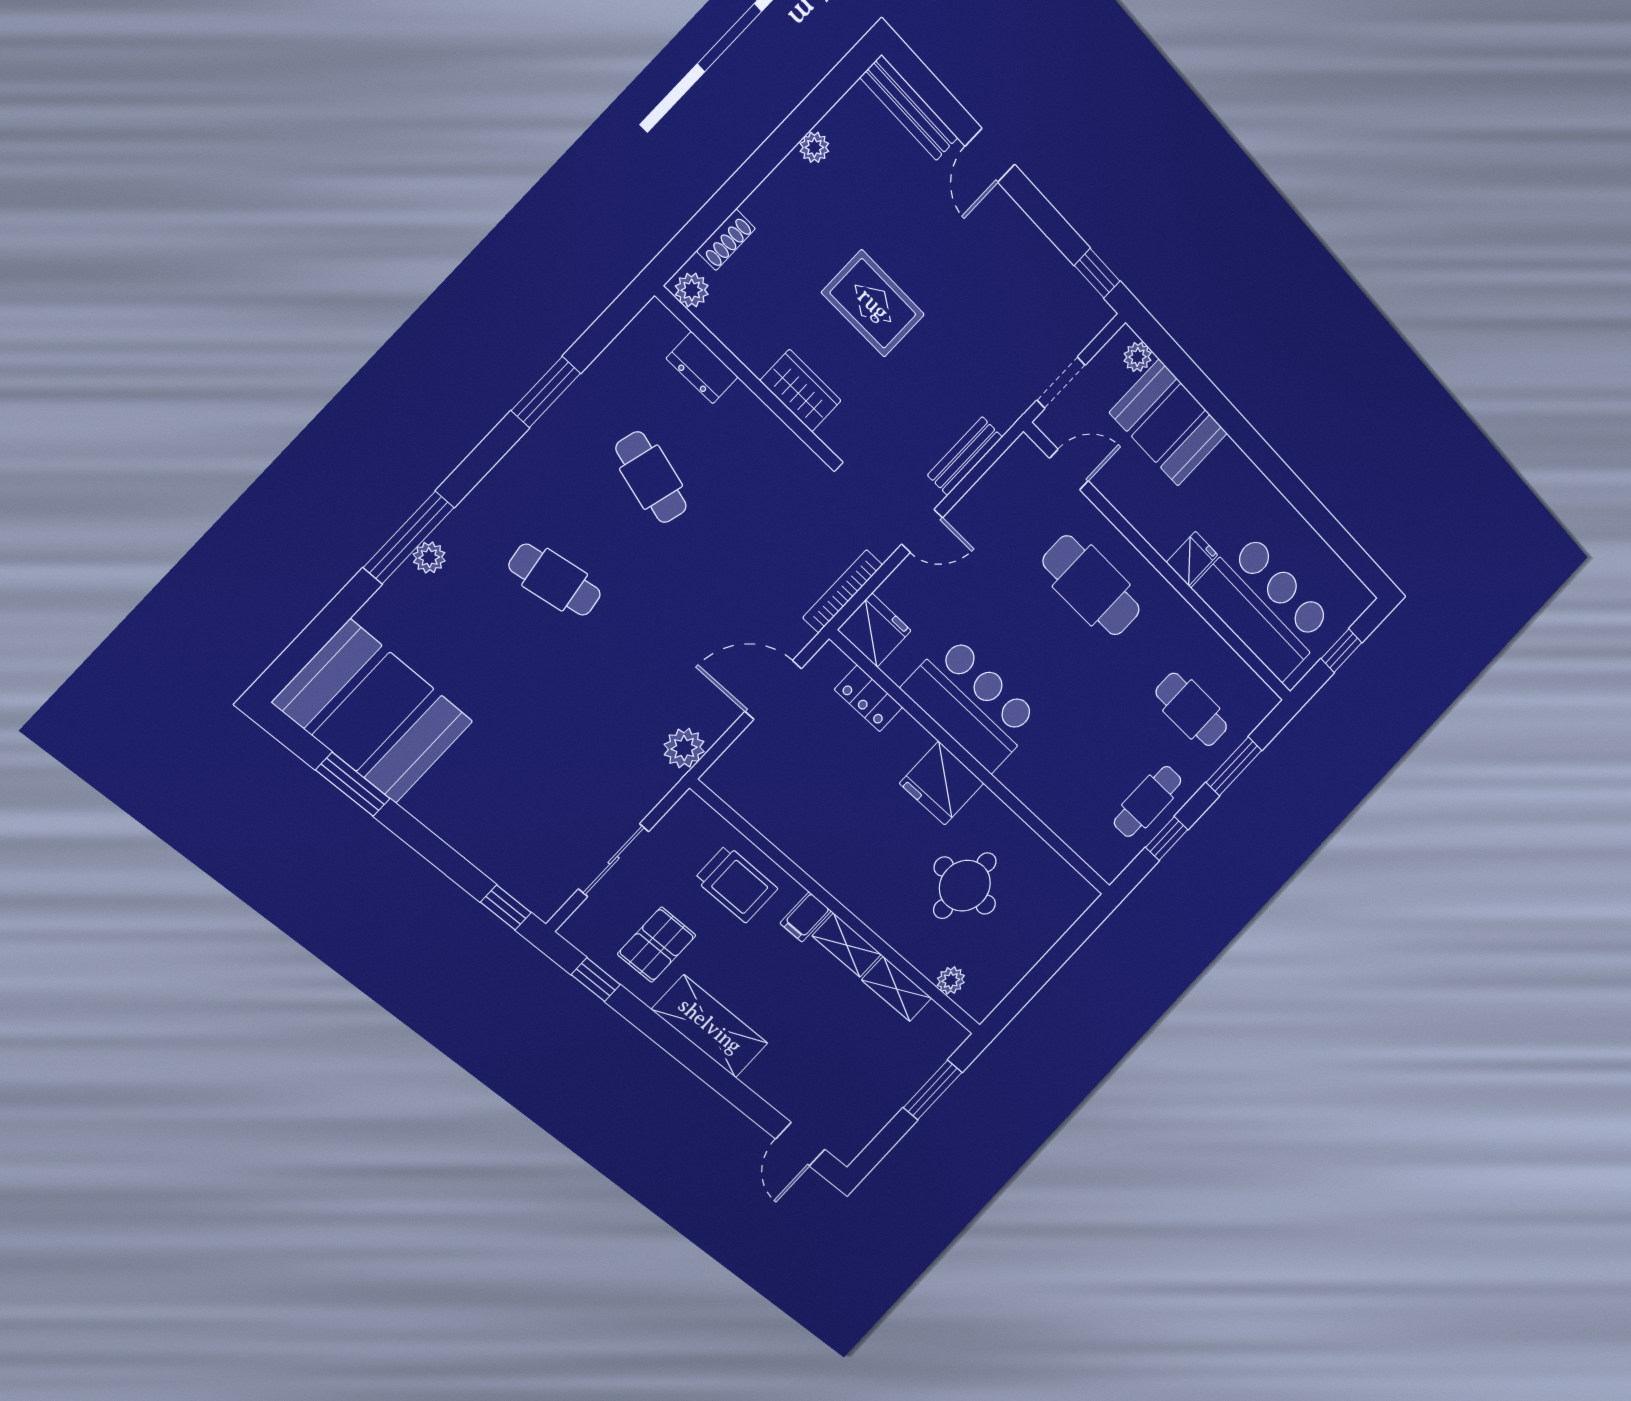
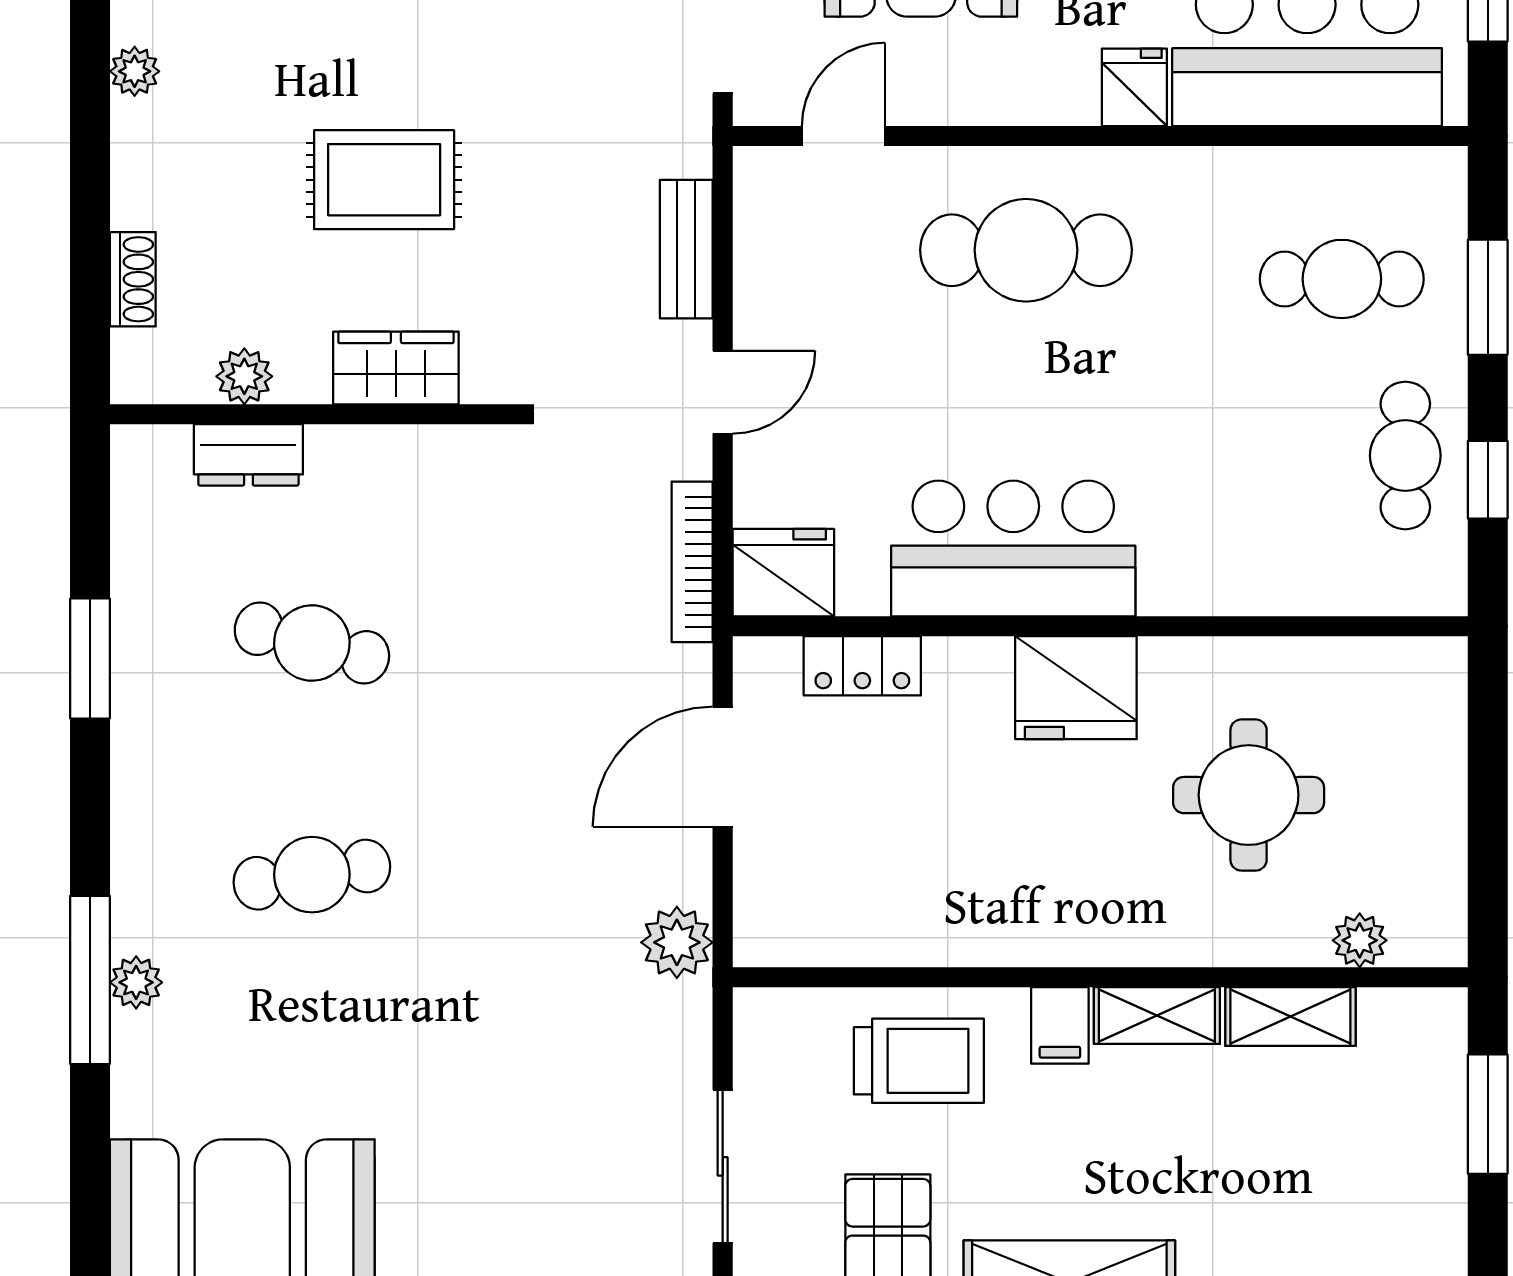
plant: (692, 290) -> (244, 376), moved

